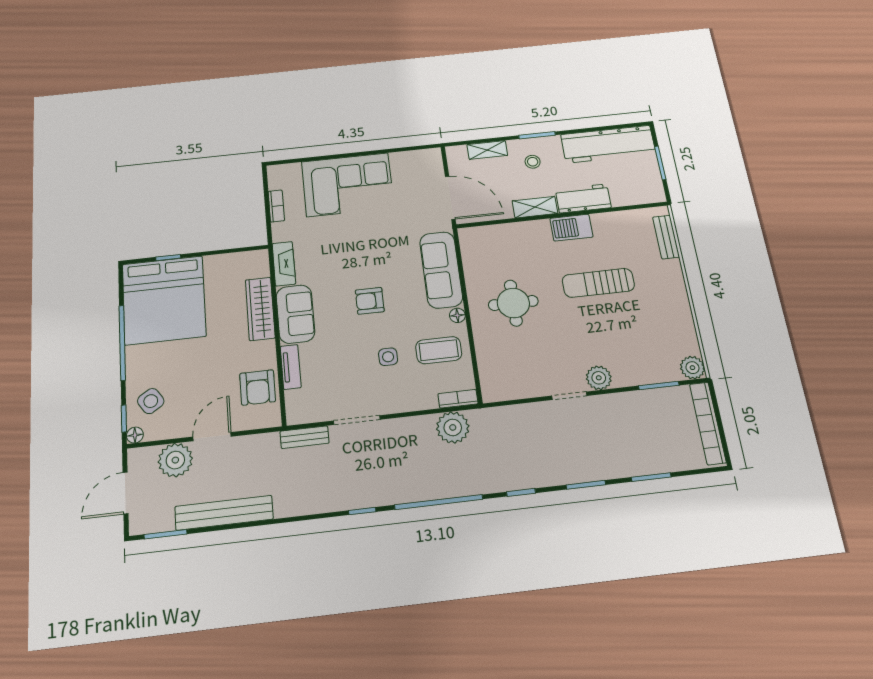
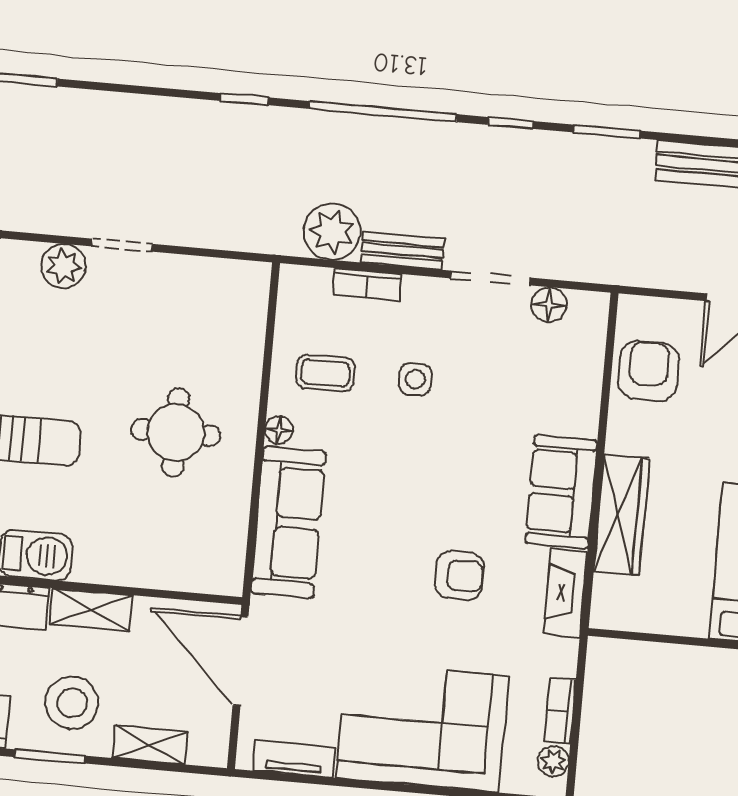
stool: (533, 162) -> (72, 703), width x1.89, depth x1.89
plant: (276, 182) -> (553, 761), added
armchair: (370, 301) -> (459, 576), moved
coffee table: (439, 350) -> (326, 373), width x0.73, depth x0.77
tv unit: (291, 367) -> (294, 759), moved, turned 90
bookcase: (458, 399) -> (367, 284), moved
floor lamp: (321, 412) -> (549, 305), added
bench: (304, 437) -> (403, 251), moved
window: (586, 485) -> (606, 131), moved

